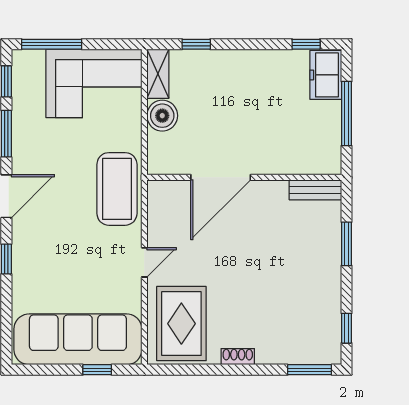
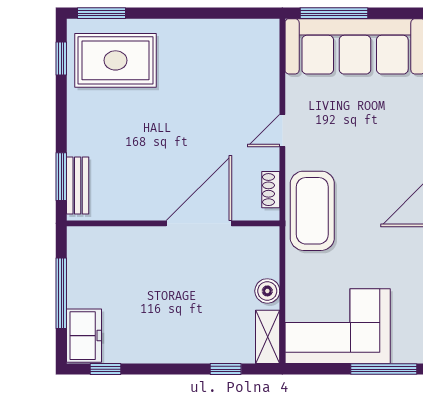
boiler: (162, 116) -> (267, 291), width x0.73, depth x0.73
bench: (315, 190) -> (78, 185), moved, turned 90
window: (346, 244) -> (61, 177), moved
rug: (181, 324) -> (115, 60), moved, turned 90
shoe rack: (238, 357) -> (271, 190), moved, turned 90
window: (97, 370) -> (334, 13), width x2.17

